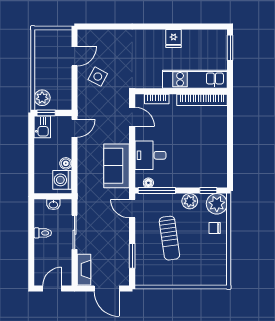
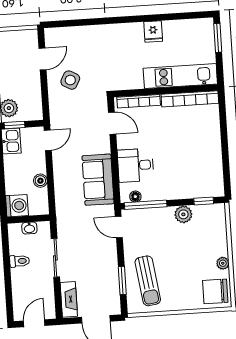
bookcase: (157, 99) -> (139, 101), width x1.56
washing machine: (62, 180) -> (17, 206), moved, turned 180
plant: (217, 204) -> (223, 263), moved, width x0.53, depth x0.53
chair: (215, 228) -> (215, 291), moved, width x1.87, depth x1.87
sun lounger: (169, 238) -> (148, 281), moved

